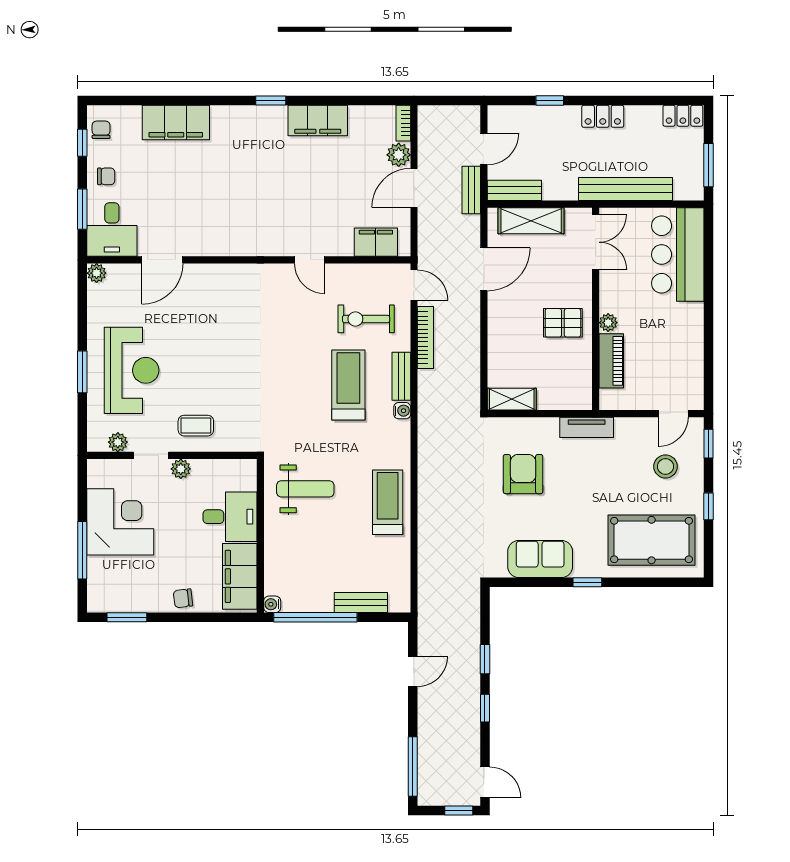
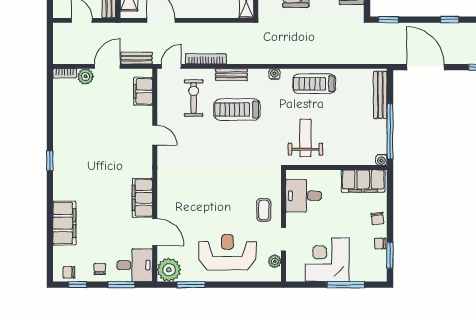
filing cabinet: (318, 121) -> (142, 198), moved, turned 180
door: (414, 188) -> (107, 66), swing flipped
bench: (471, 190) -> (137, 58), moved
door: (310, 260) -> (155, 135), hinge flipped
plant: (97, 273) -> (169, 270), width x1.88, depth x1.88
exercise bike: (366, 319) -> (194, 98), turned 180
window: (82, 372) -> (191, 285), moved
water cooler: (402, 411) -> (274, 74), moved
plant: (181, 469) -> (292, 220), removed
desk: (230, 517) -> (303, 196), moved, turned -90
chair: (145, 602) -> (380, 243), added
bench: (361, 602) -> (380, 95), width x1.36
window: (485, 659) -> (388, 20), moved
door: (413, 671) -> (426, 67), width x1.87

